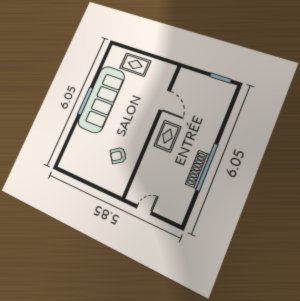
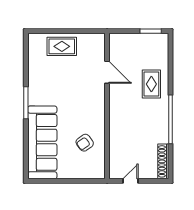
sofa: (101, 99) -> (42, 142), moved
rug: (167, 136) -> (151, 84), moved
shoe rack: (198, 169) -> (163, 161), moved

